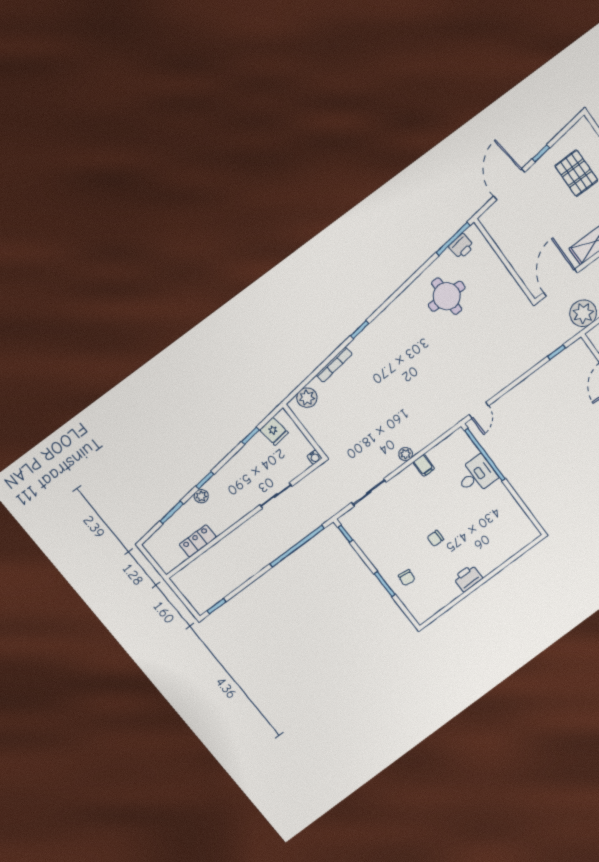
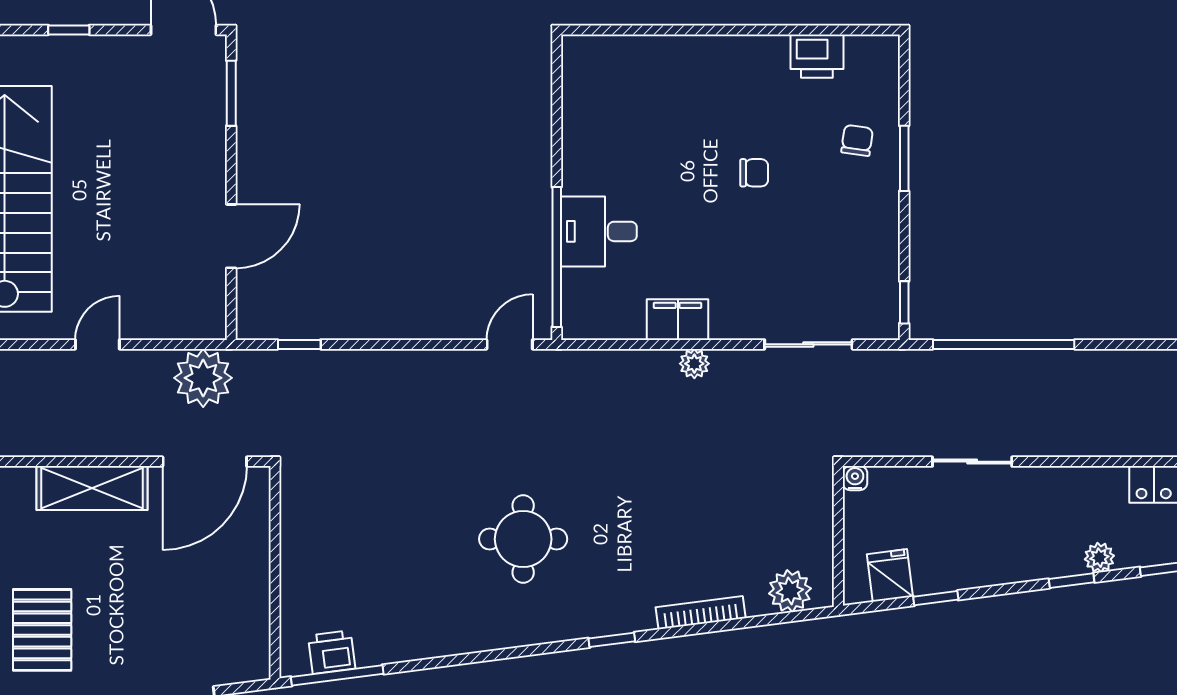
round table: (447, 296) -> (523, 539), moved
filing cabinet: (424, 465) -> (678, 320), width x2.00
printer: (468, 578) -> (817, 56), moved

